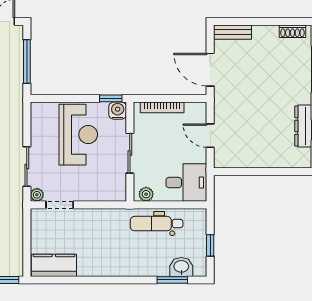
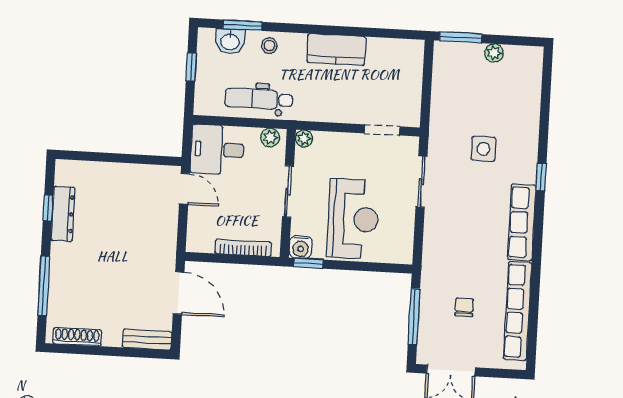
shoe rack: (292, 31) -> (77, 337), width x1.43
reception desk: (78, 135) -> (353, 219), turned 180
door: (210, 136) -> (184, 189), moved
plant: (37, 195) -> (304, 139), moved
dental chair: (157, 224) -> (259, 99), turned 180
kitchen counter: (54, 265) -> (336, 49), moved
stool: (151, 265) -> (269, 46), added

